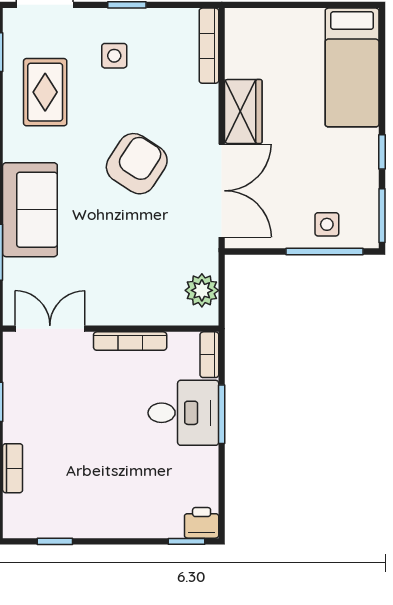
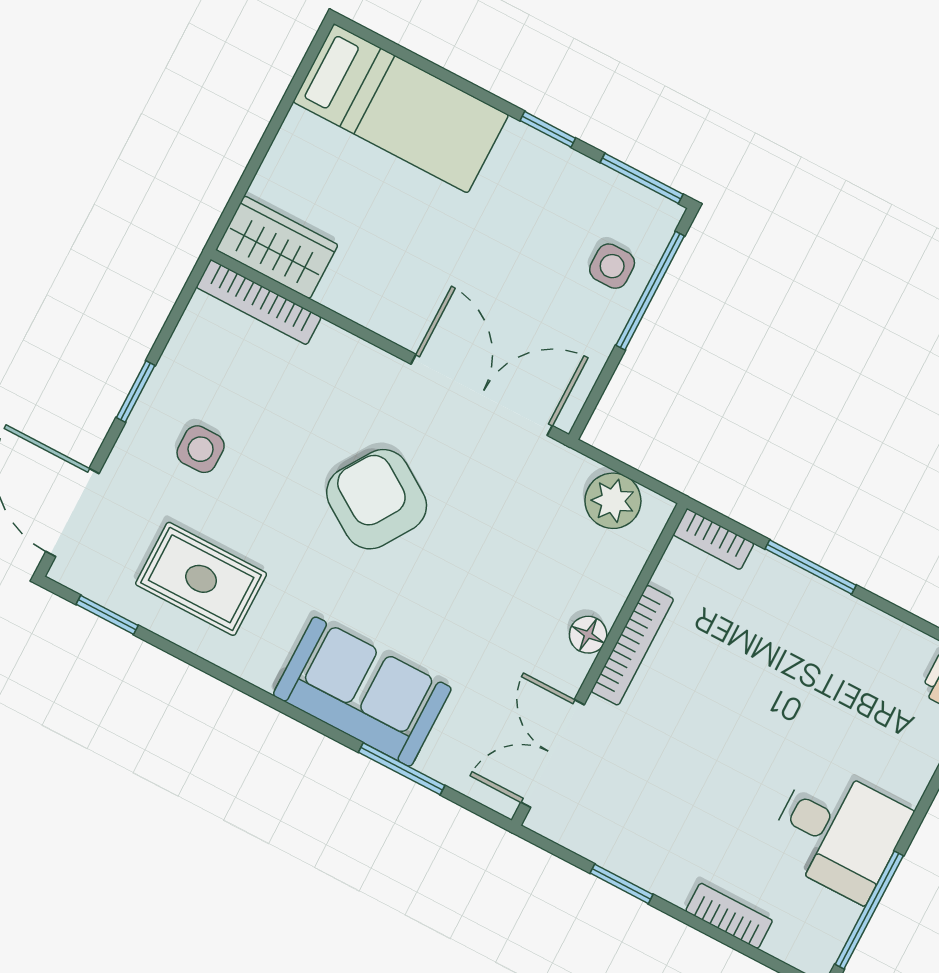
wardrobe: (243, 111) -> (277, 247), moved
floor lamp: (123, 314) -> (588, 635), added
desk: (183, 413) -> (838, 832), moved, turned 90
window: (55, 541) -> (869, 910), width x2.17

